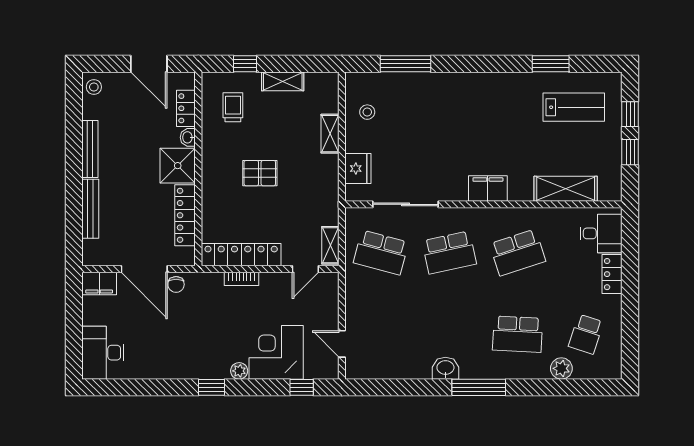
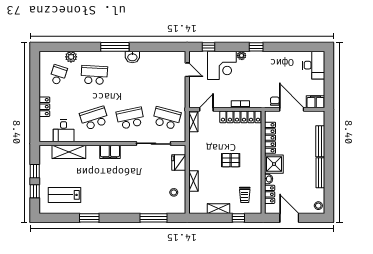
window: (551, 64) -> (89, 218), moved
desk: (601, 233) -> (64, 131), moved, turned -90

